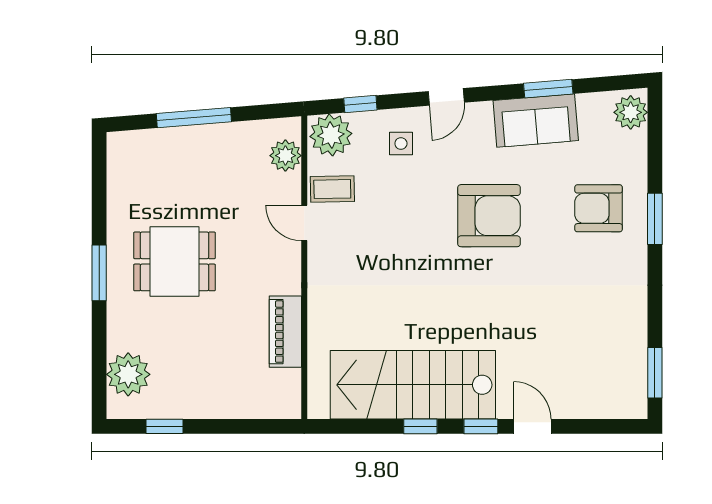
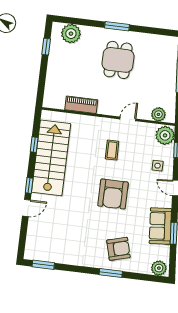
coffee table: (332, 189) -> (112, 150), moved
armchair: (599, 208) -> (118, 249), turned 75
armchair: (489, 216) -> (113, 194), moved
window: (420, 426) -> (34, 145), moved

